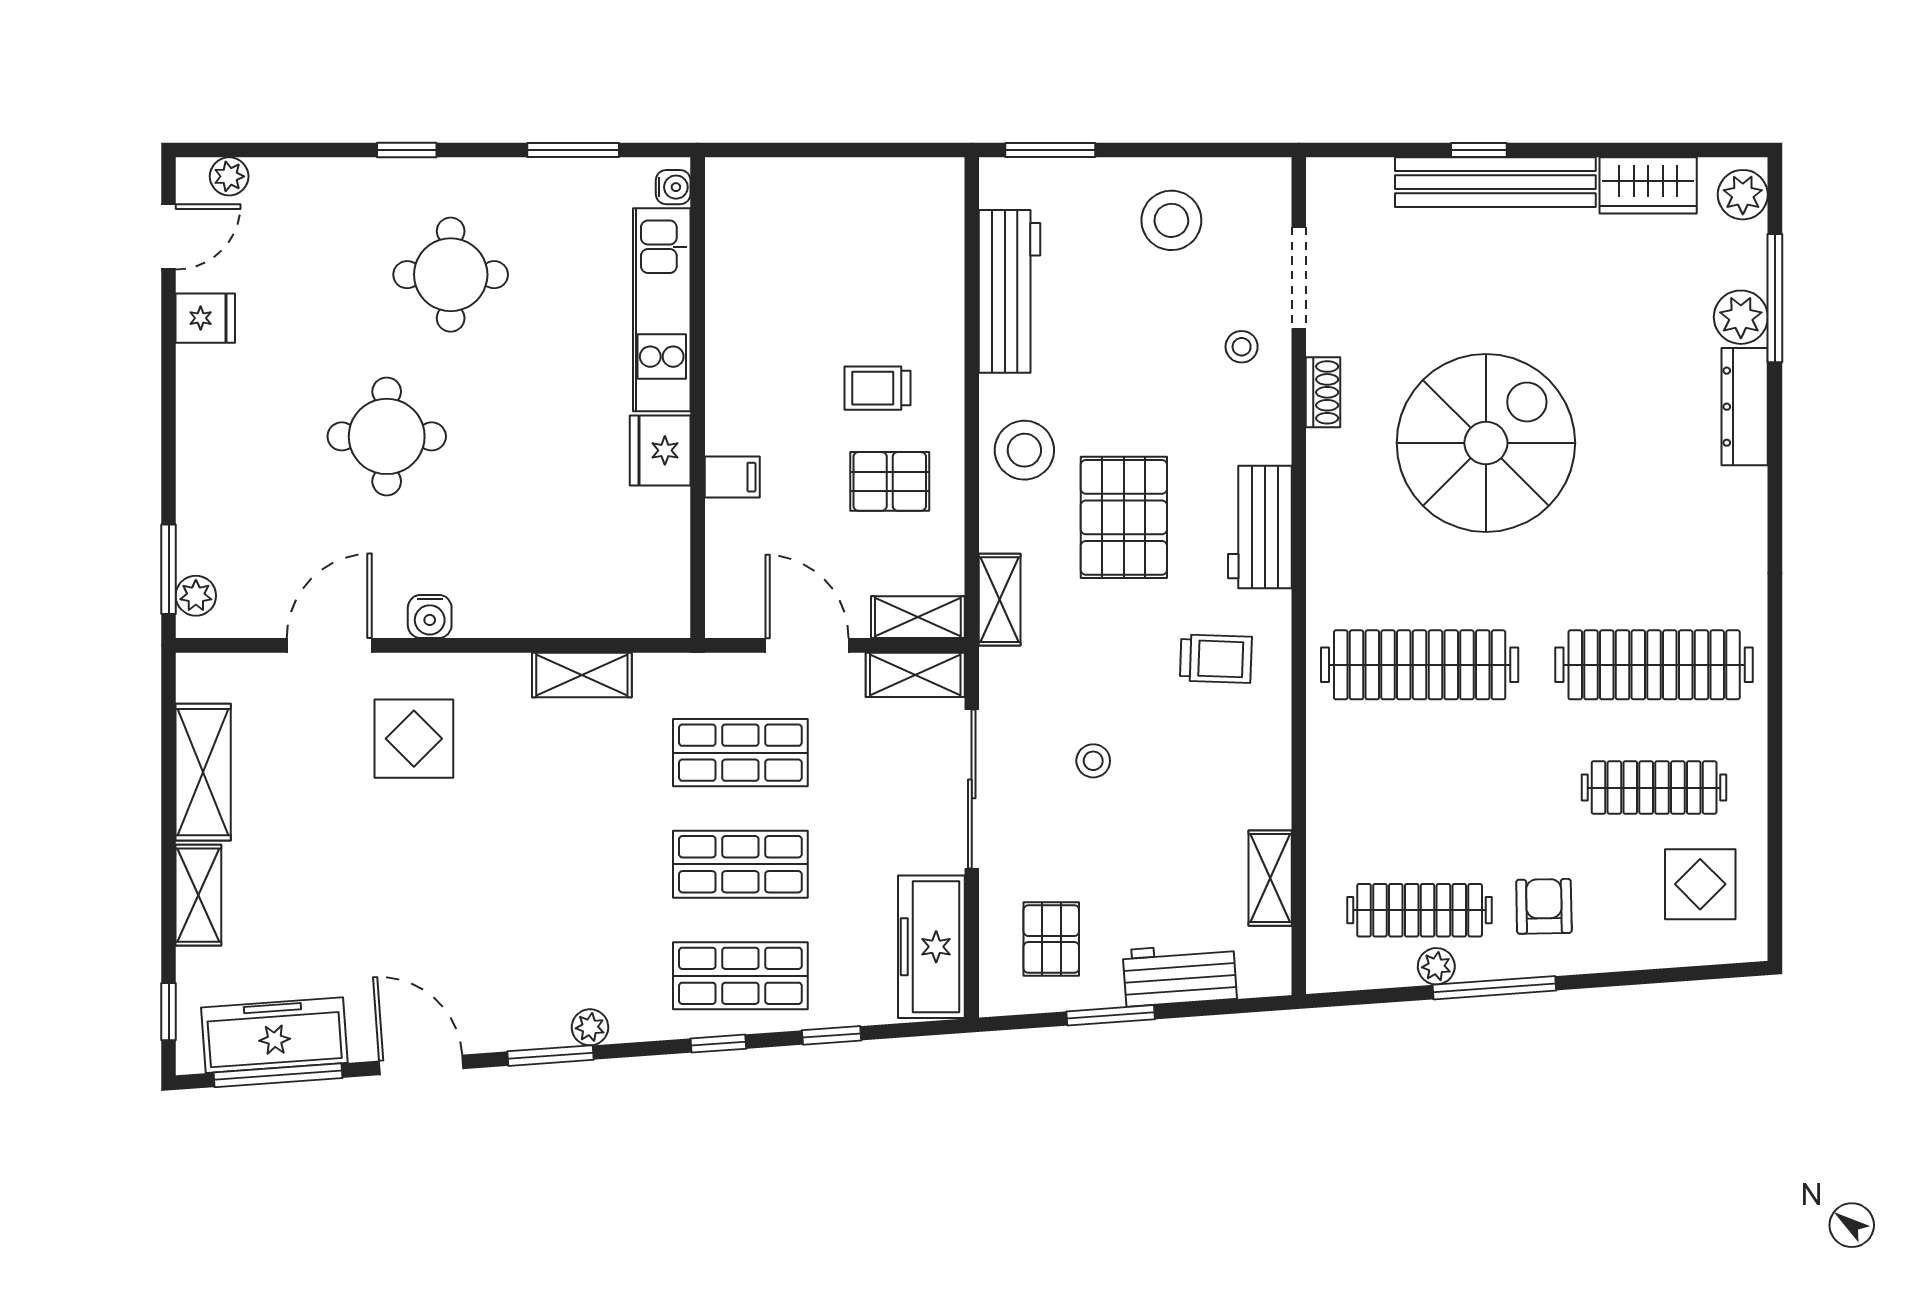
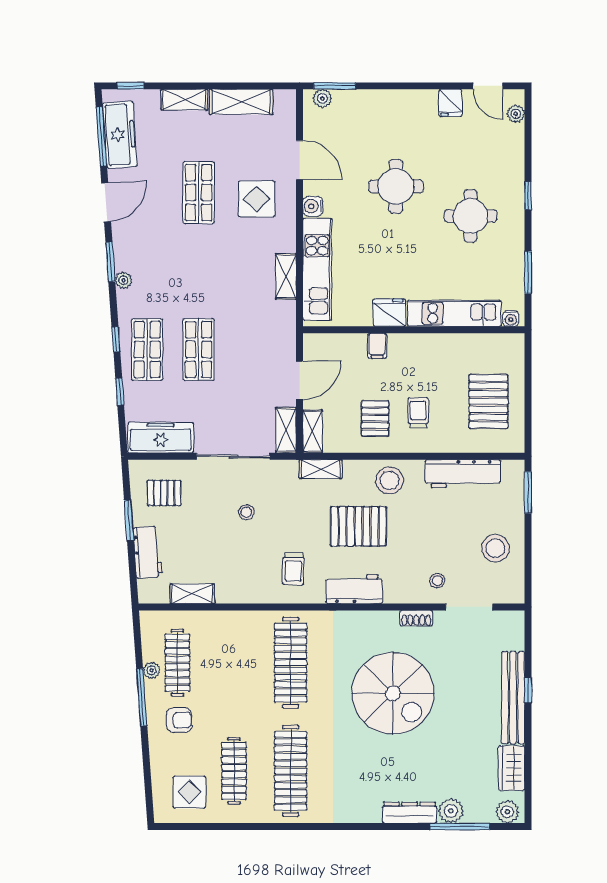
pallet: (853, 236) -> (488, 401), added
kitchen unit: (566, 607) -> (317, 269), added
shop shelf: (740, 753) -> (199, 193), moved

